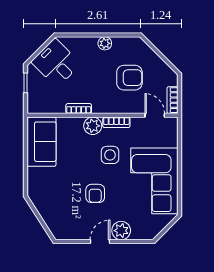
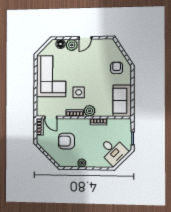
armchair: (95, 193) -> (117, 68), moved
floor lamp: (139, 232) -> (61, 44), added

